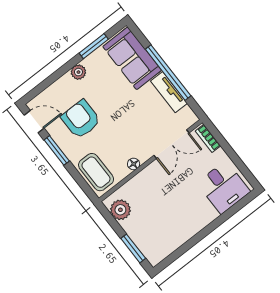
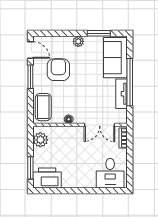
printer: (160, 245) -> (47, 178), added

